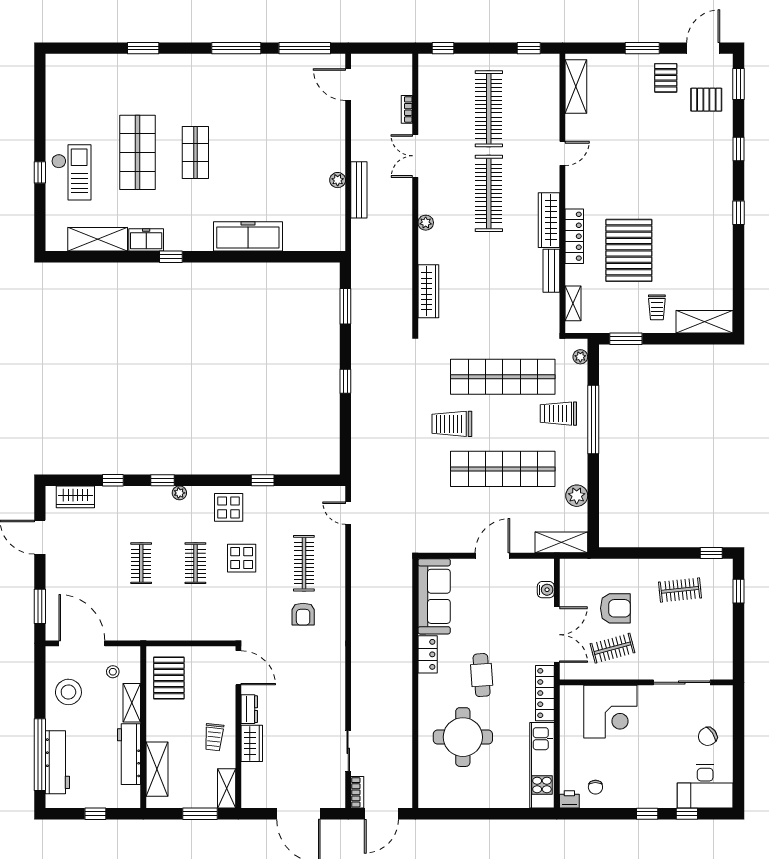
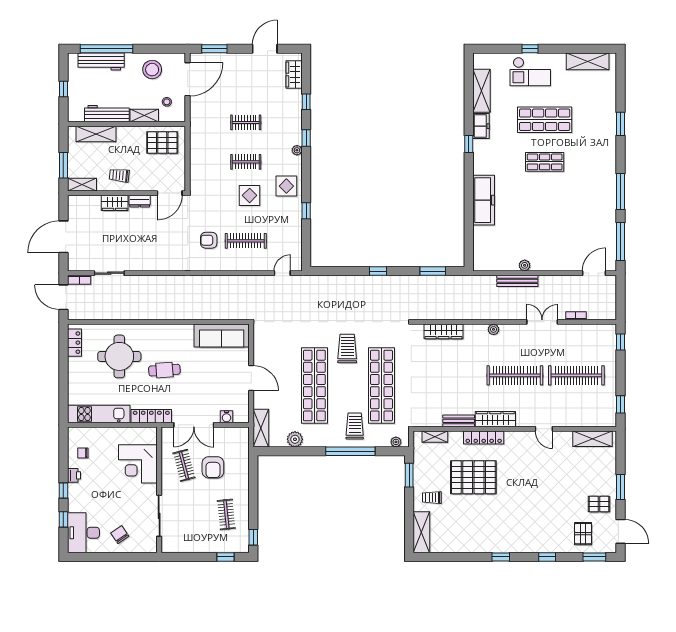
shelving: (57, 93) -> (588, 61), added
locker: (428, 654) -> (74, 343), moved, turned -90
printer: (569, 799) -> (74, 475), moved

